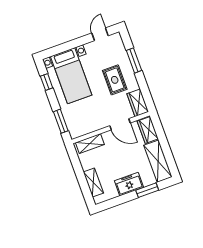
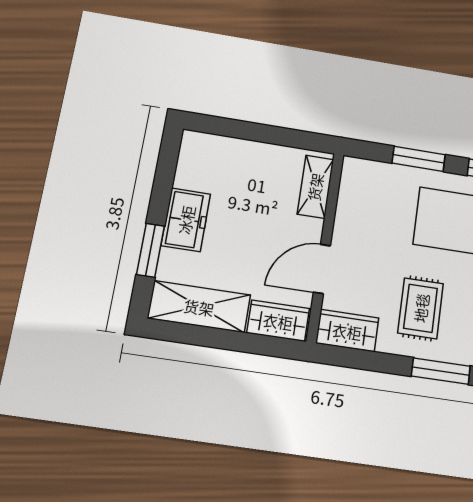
rug: (115, 80) -> (421, 308), turned 90
window: (61, 121) -> (419, 159), moved
shelving: (93, 182) -> (231, 150), removed

